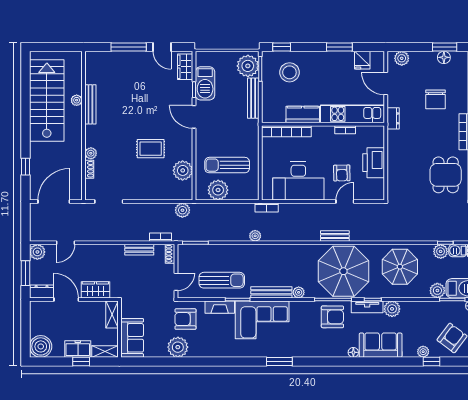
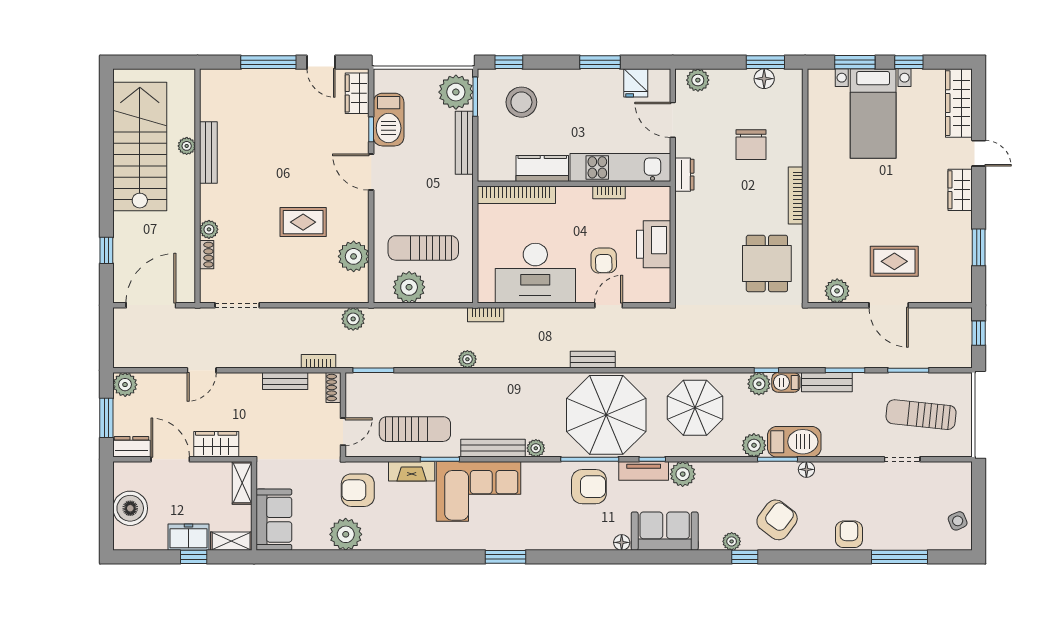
door: (66, 243) -> (202, 370), moved
boiler: (41, 346) -> (130, 508), moved

